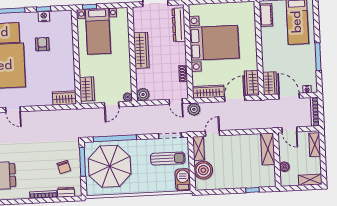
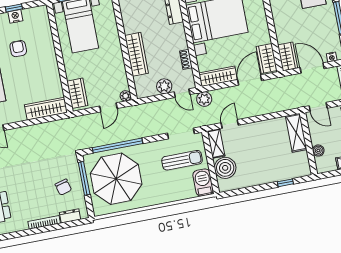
wardrobe: (141, 50) -> (137, 54), moved
plant: (143, 94) -> (164, 86), moved
wardrobe: (64, 98) -> (46, 109), width x1.50

